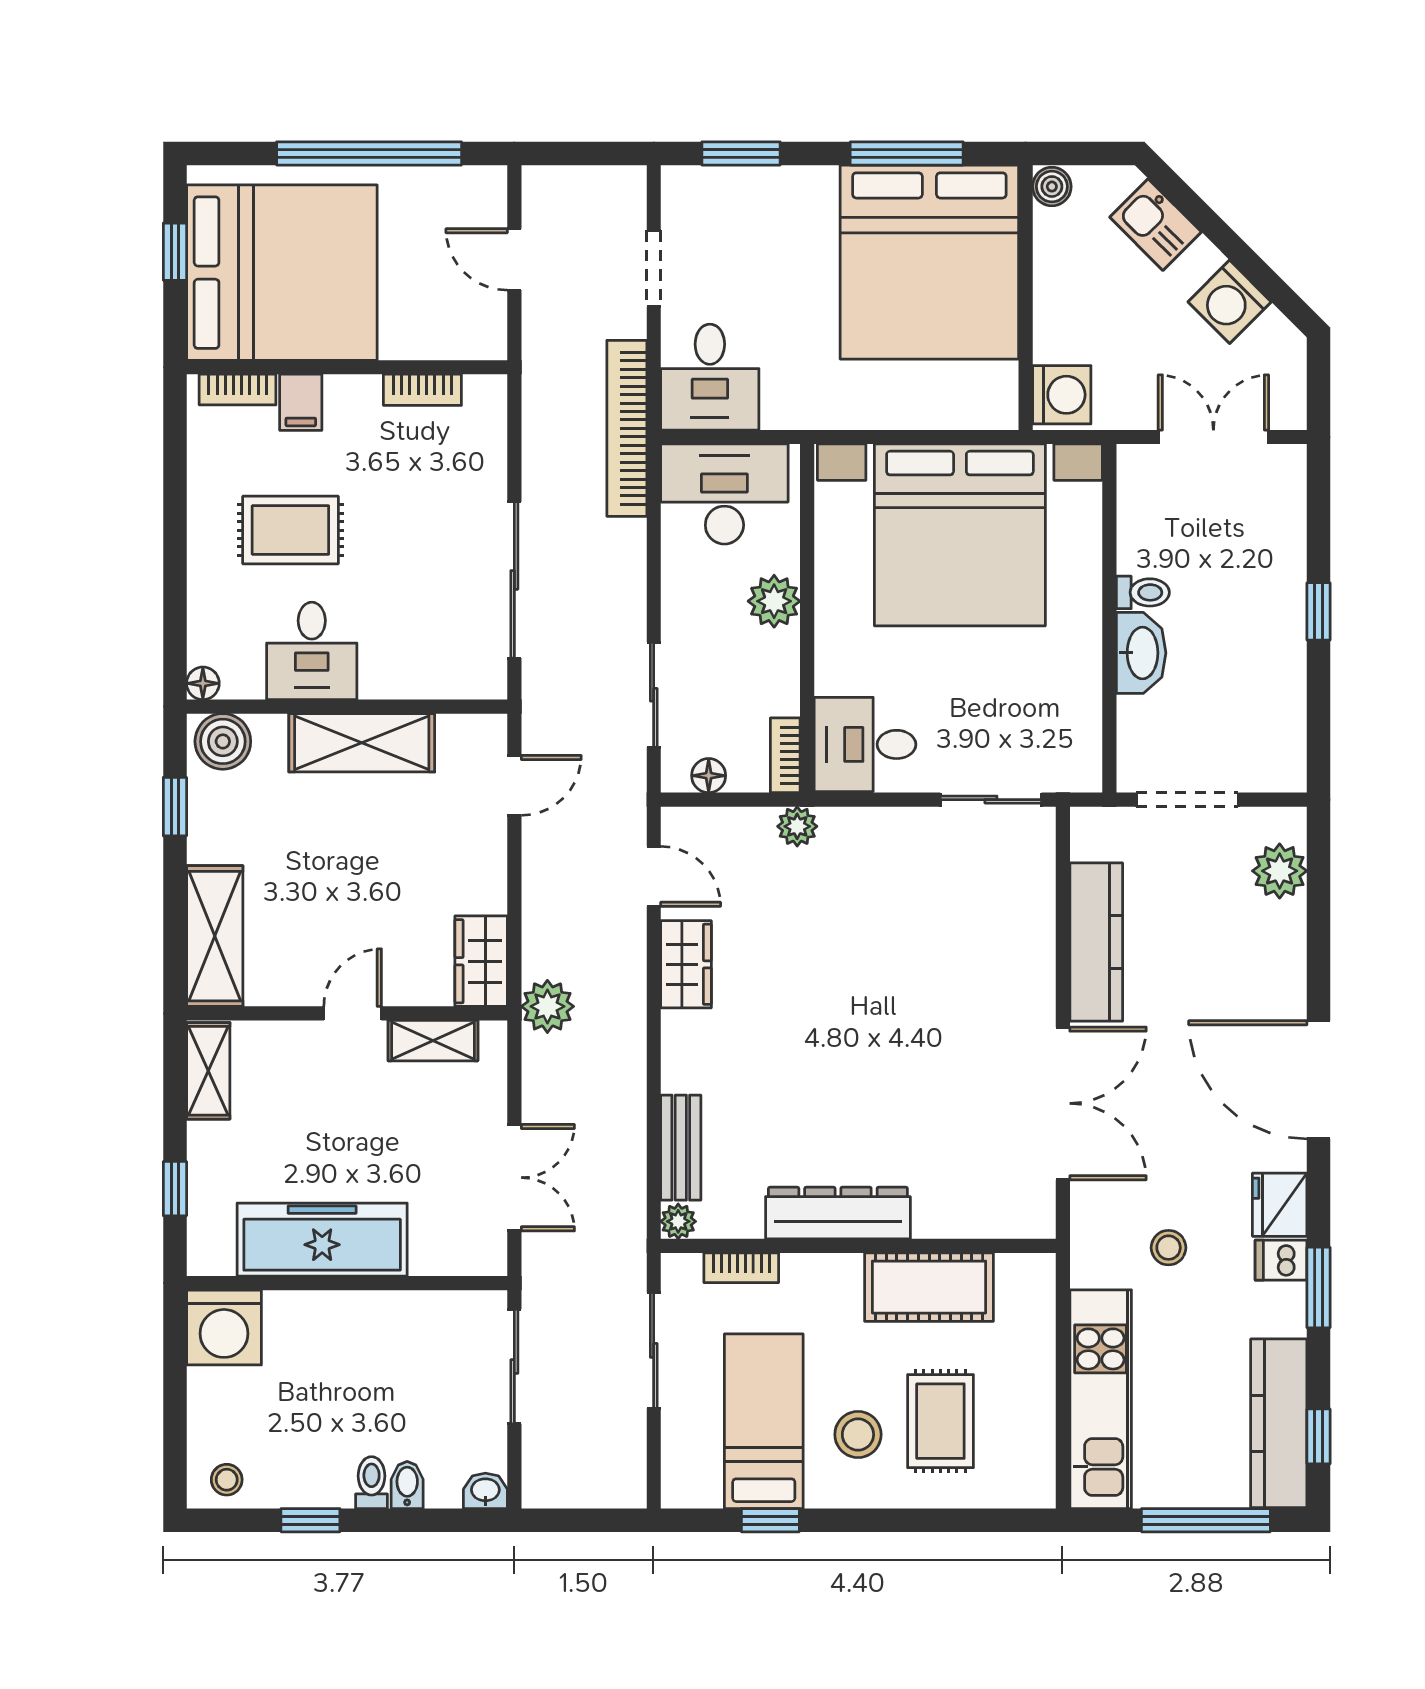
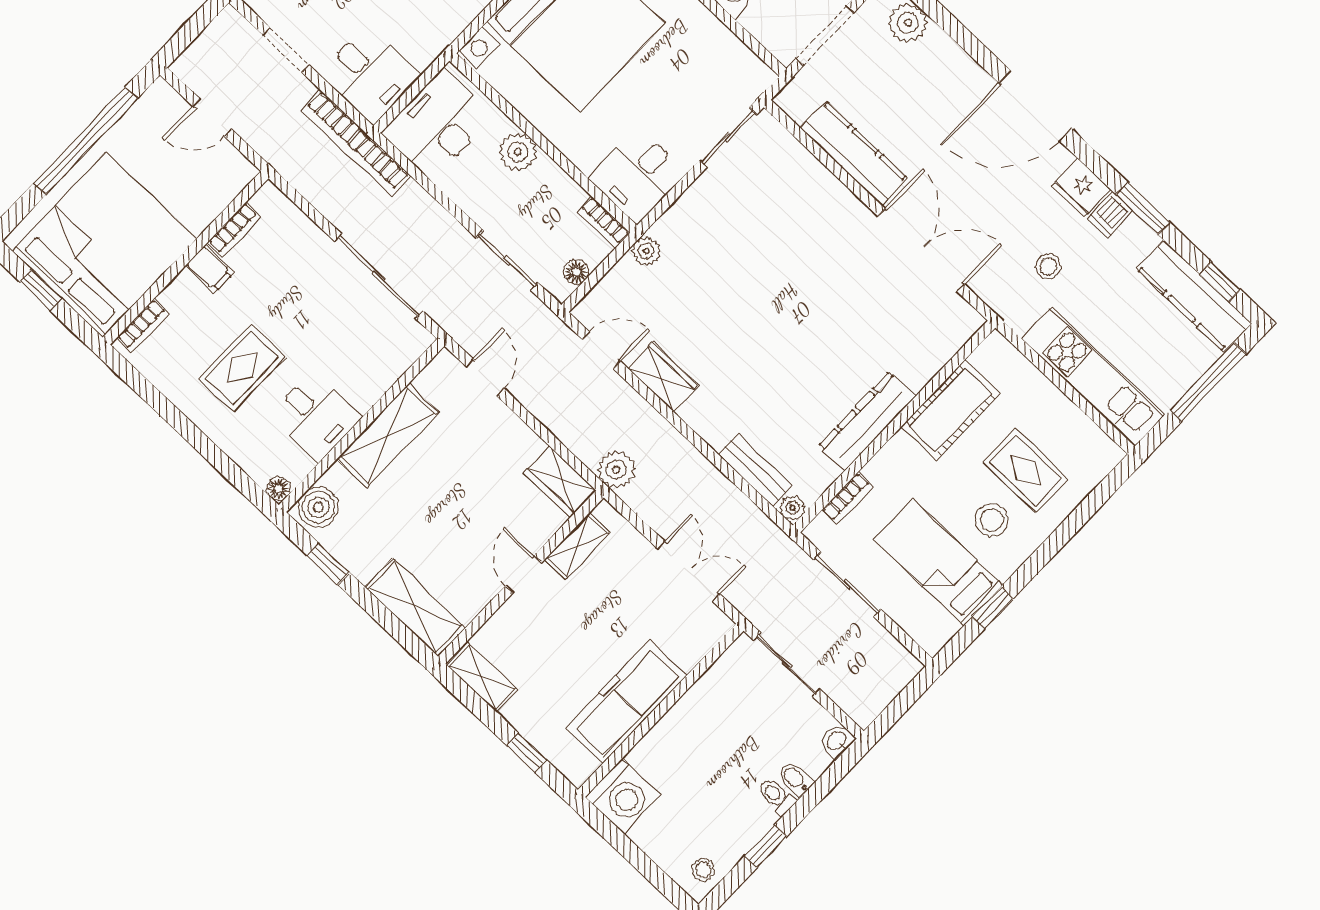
filing cabinet: (301, 402) -> (210, 269), moved

